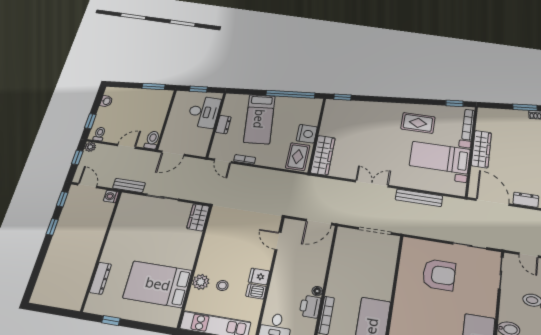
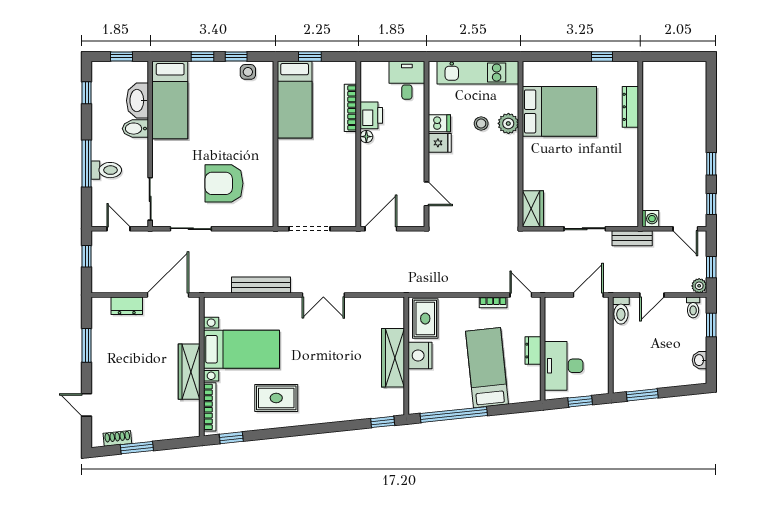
wardrobe: (323, 155) -> (393, 358), moved
door: (493, 202) -> (168, 295), swing flipped

